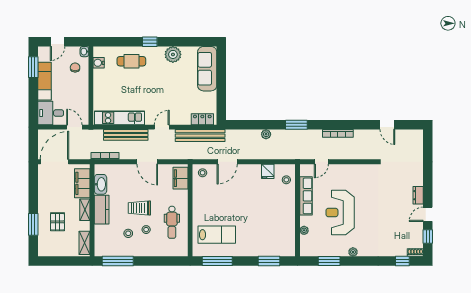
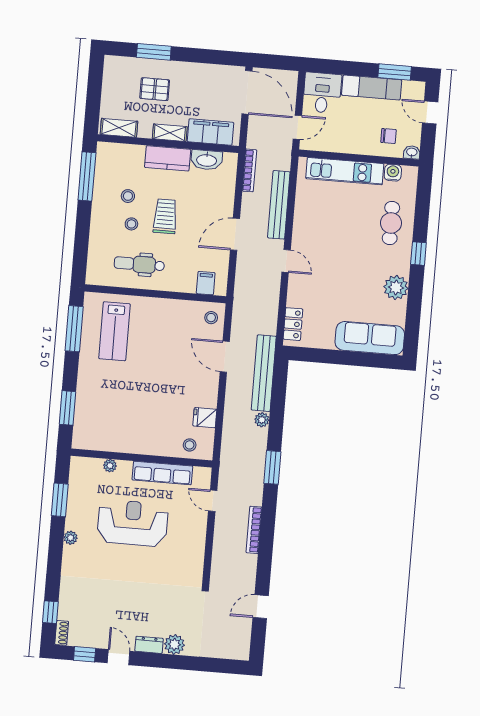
kitchen unit: (119, 118) -> (345, 171), moved, turned 90
bench: (200, 136) -> (264, 373), moved
filing cabinet: (180, 178) -> (206, 283), width x0.50
plant: (417, 179) -> (174, 644), added

